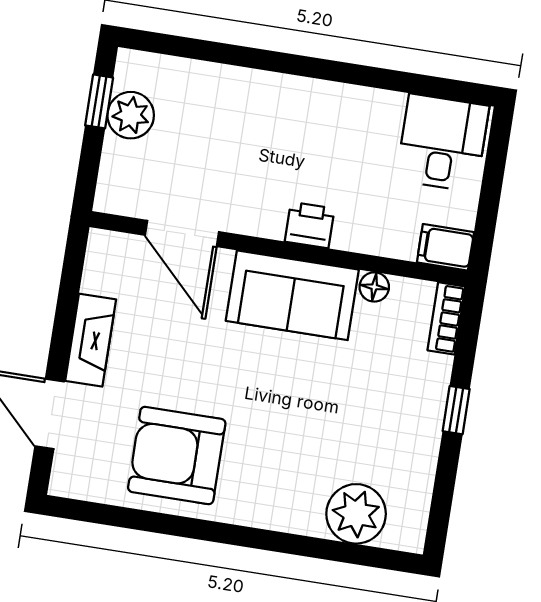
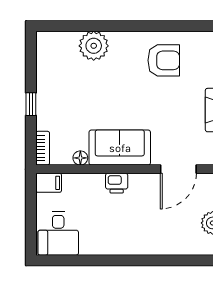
door: (182, 233) -> (178, 169), swing flipped
armchair: (177, 456) -> (164, 60), width x0.73, depth x0.73
plant: (356, 514) -> (94, 46), moved

